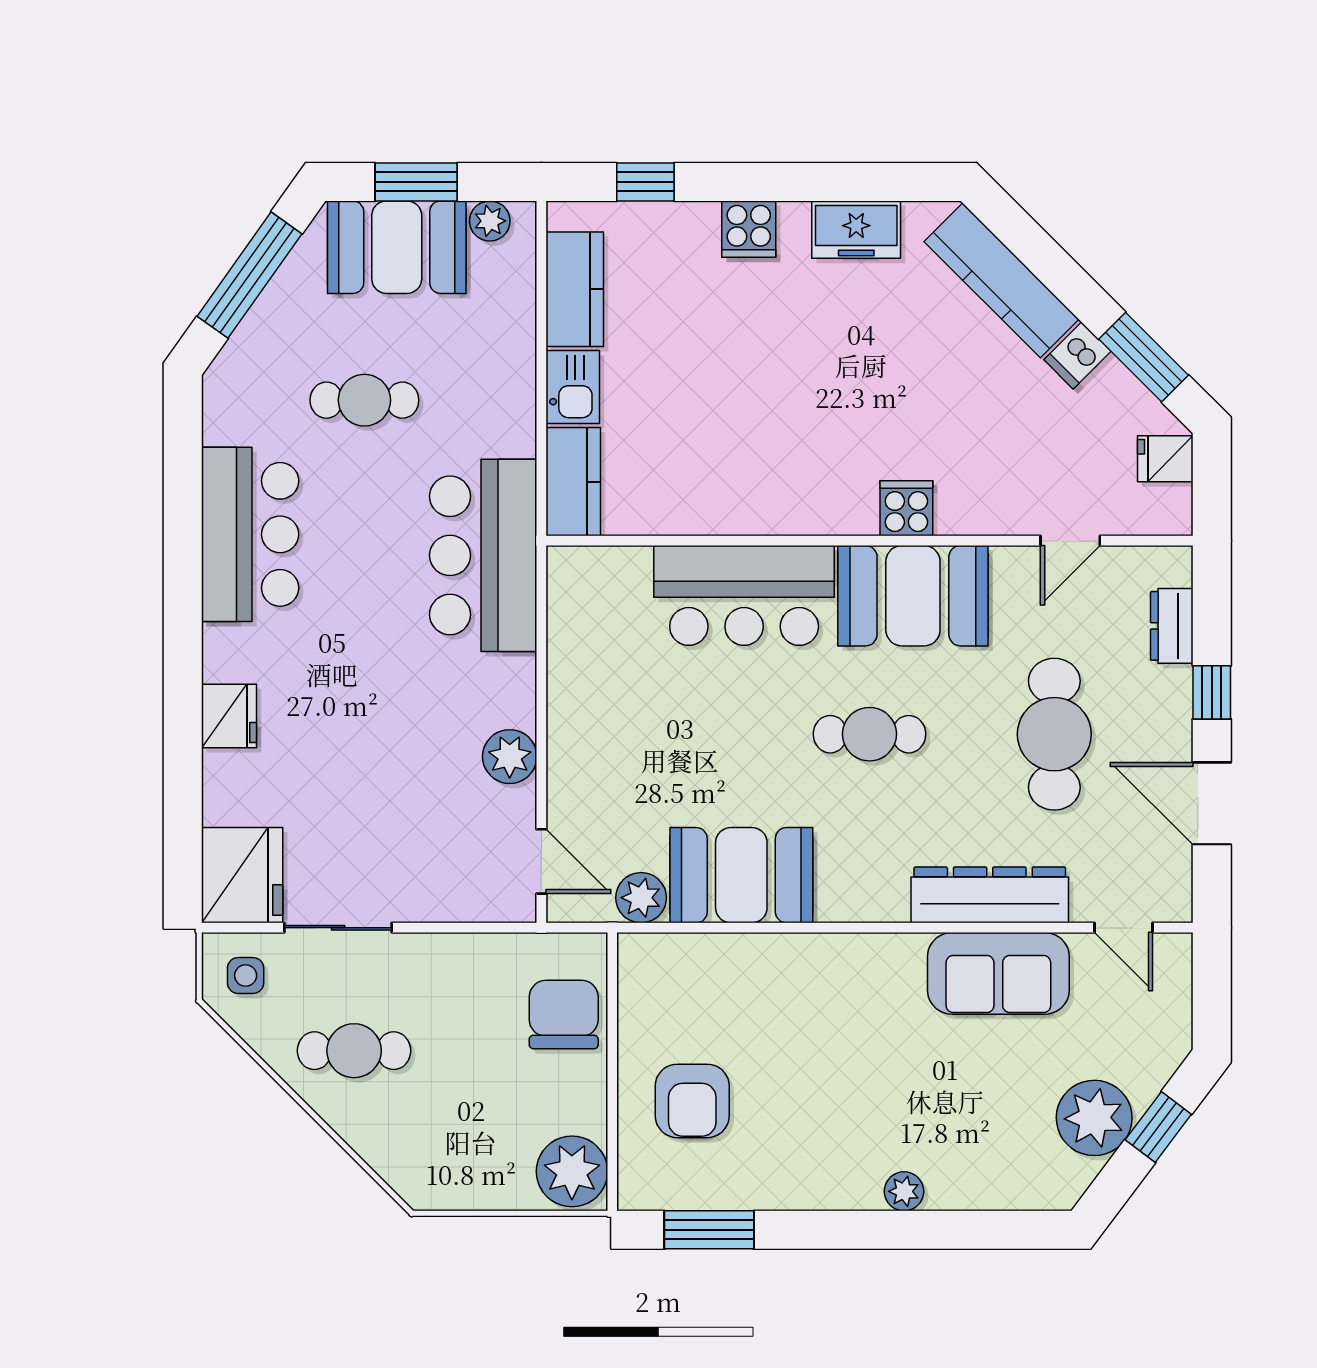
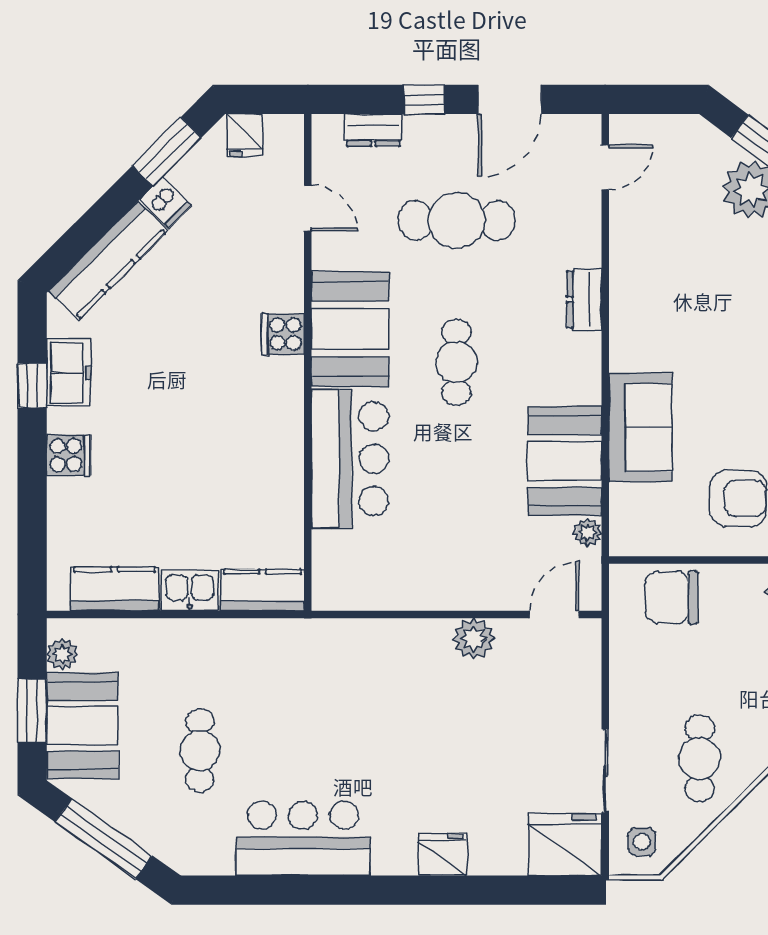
window: (645, 182) -> (32, 386), moved
bar counter: (483, 555) -> (319, 659), removed
dresser: (990, 895) -> (584, 300), width x0.51, depth x0.80
plant: (641, 898) -> (587, 533), width x0.73, depth x0.73
sofa: (998, 973) -> (640, 427), moved

